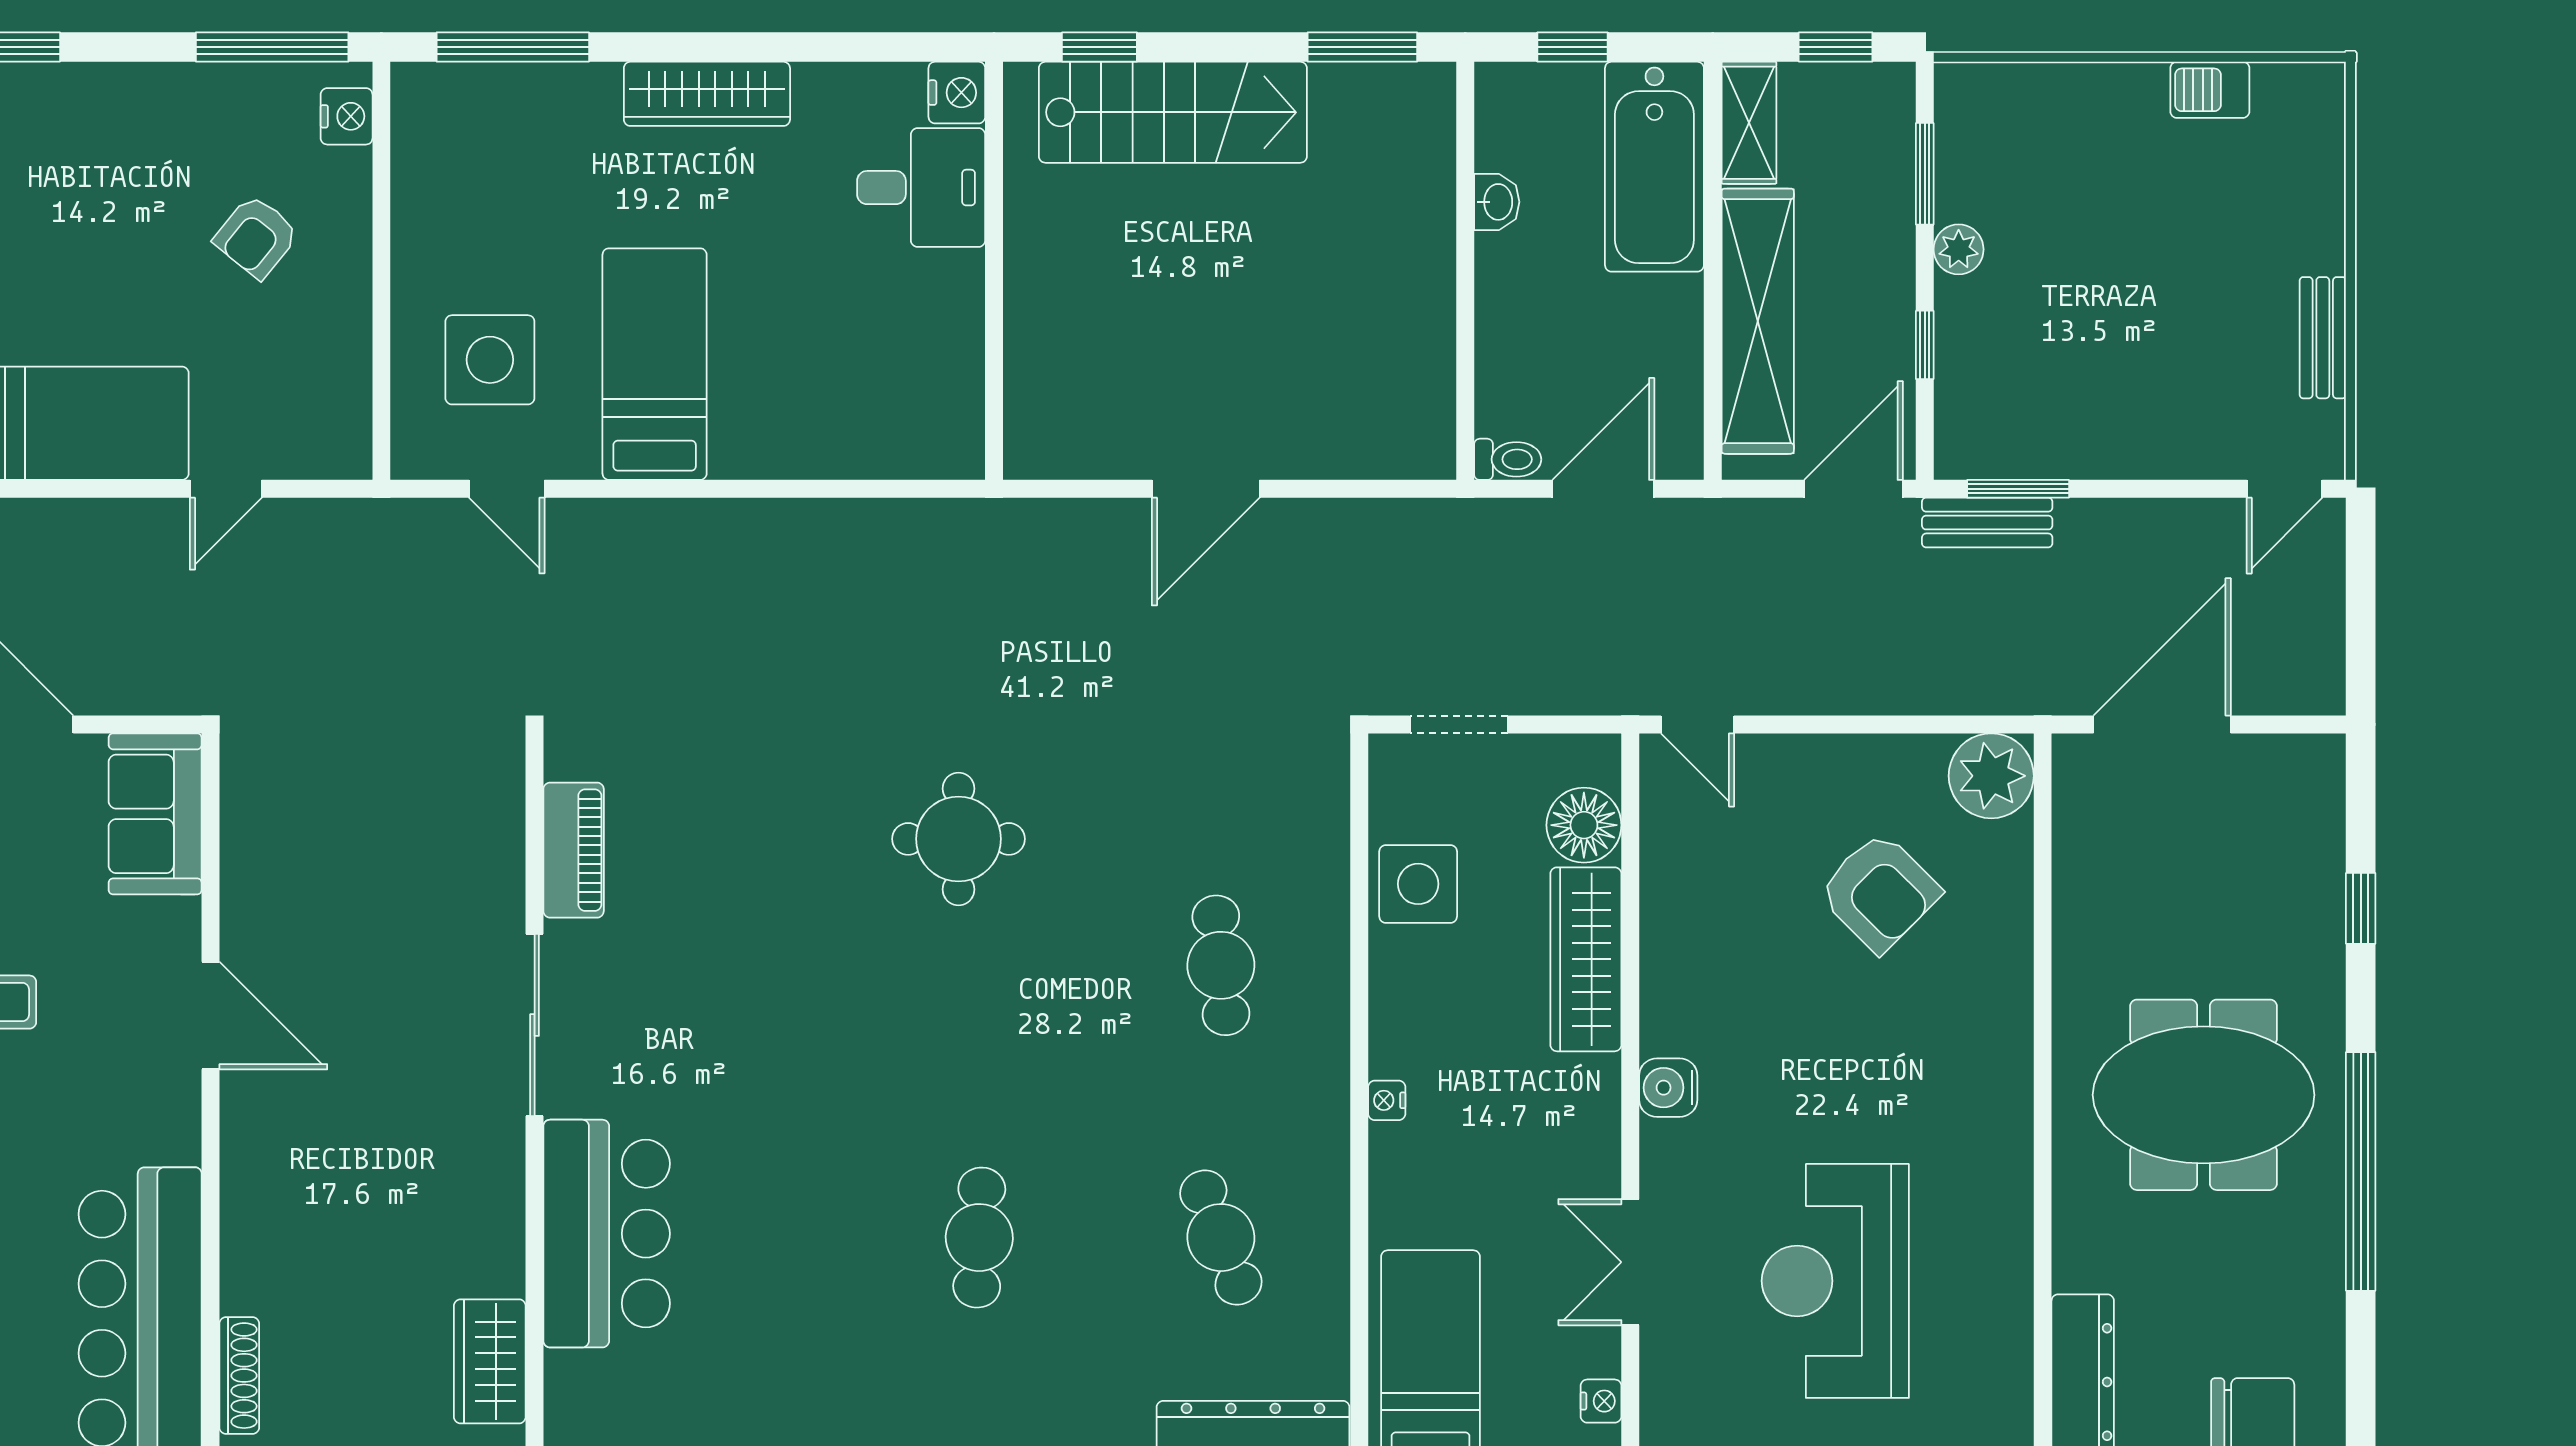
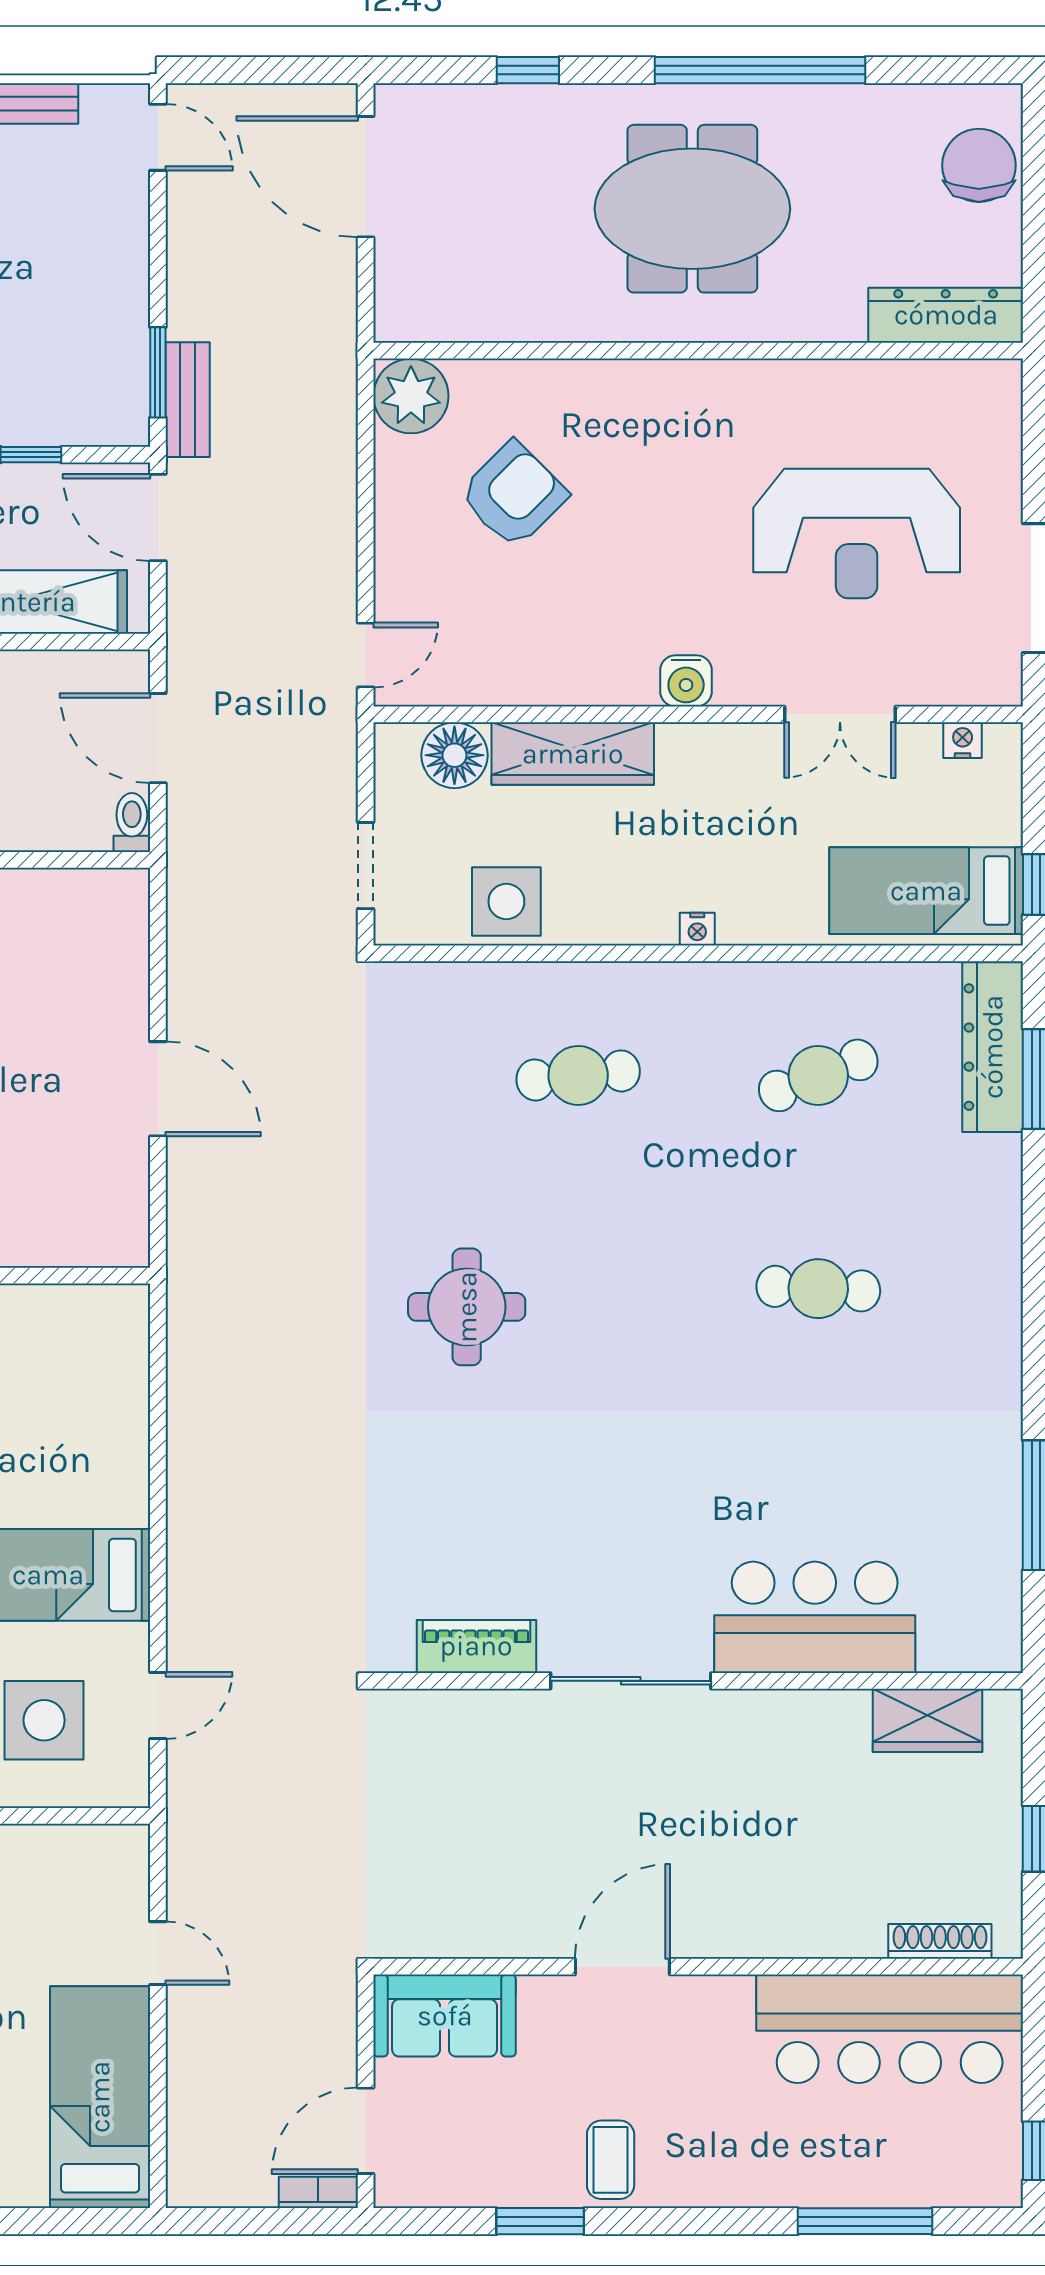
door: (2162, 724) -> (366, 177), moved
meeting table: (2204, 1095) -> (692, 209), turned 90

